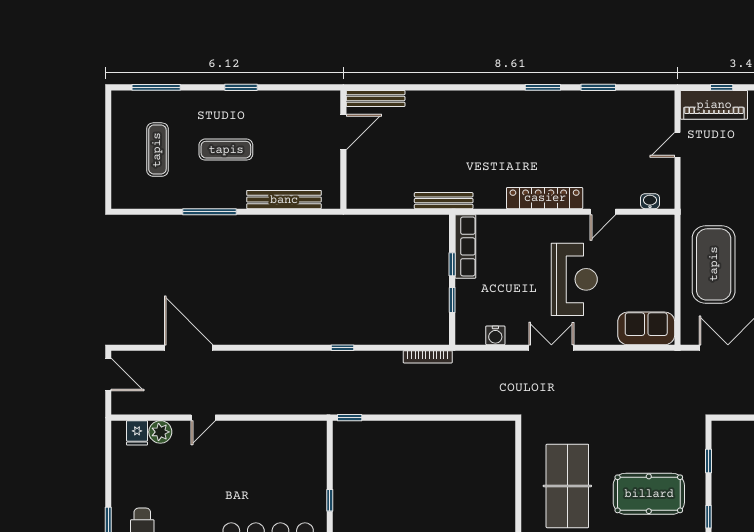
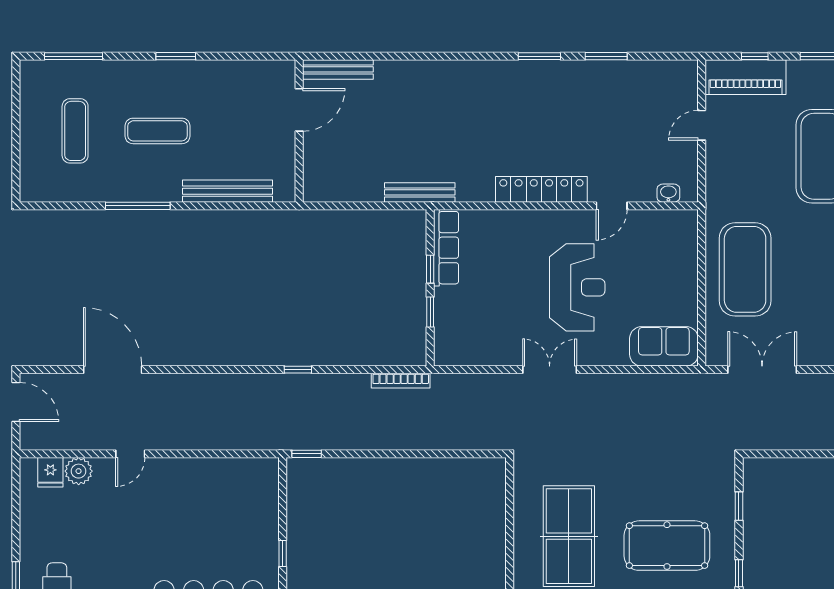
water cooler: (495, 335) -> (482, 355), removed

